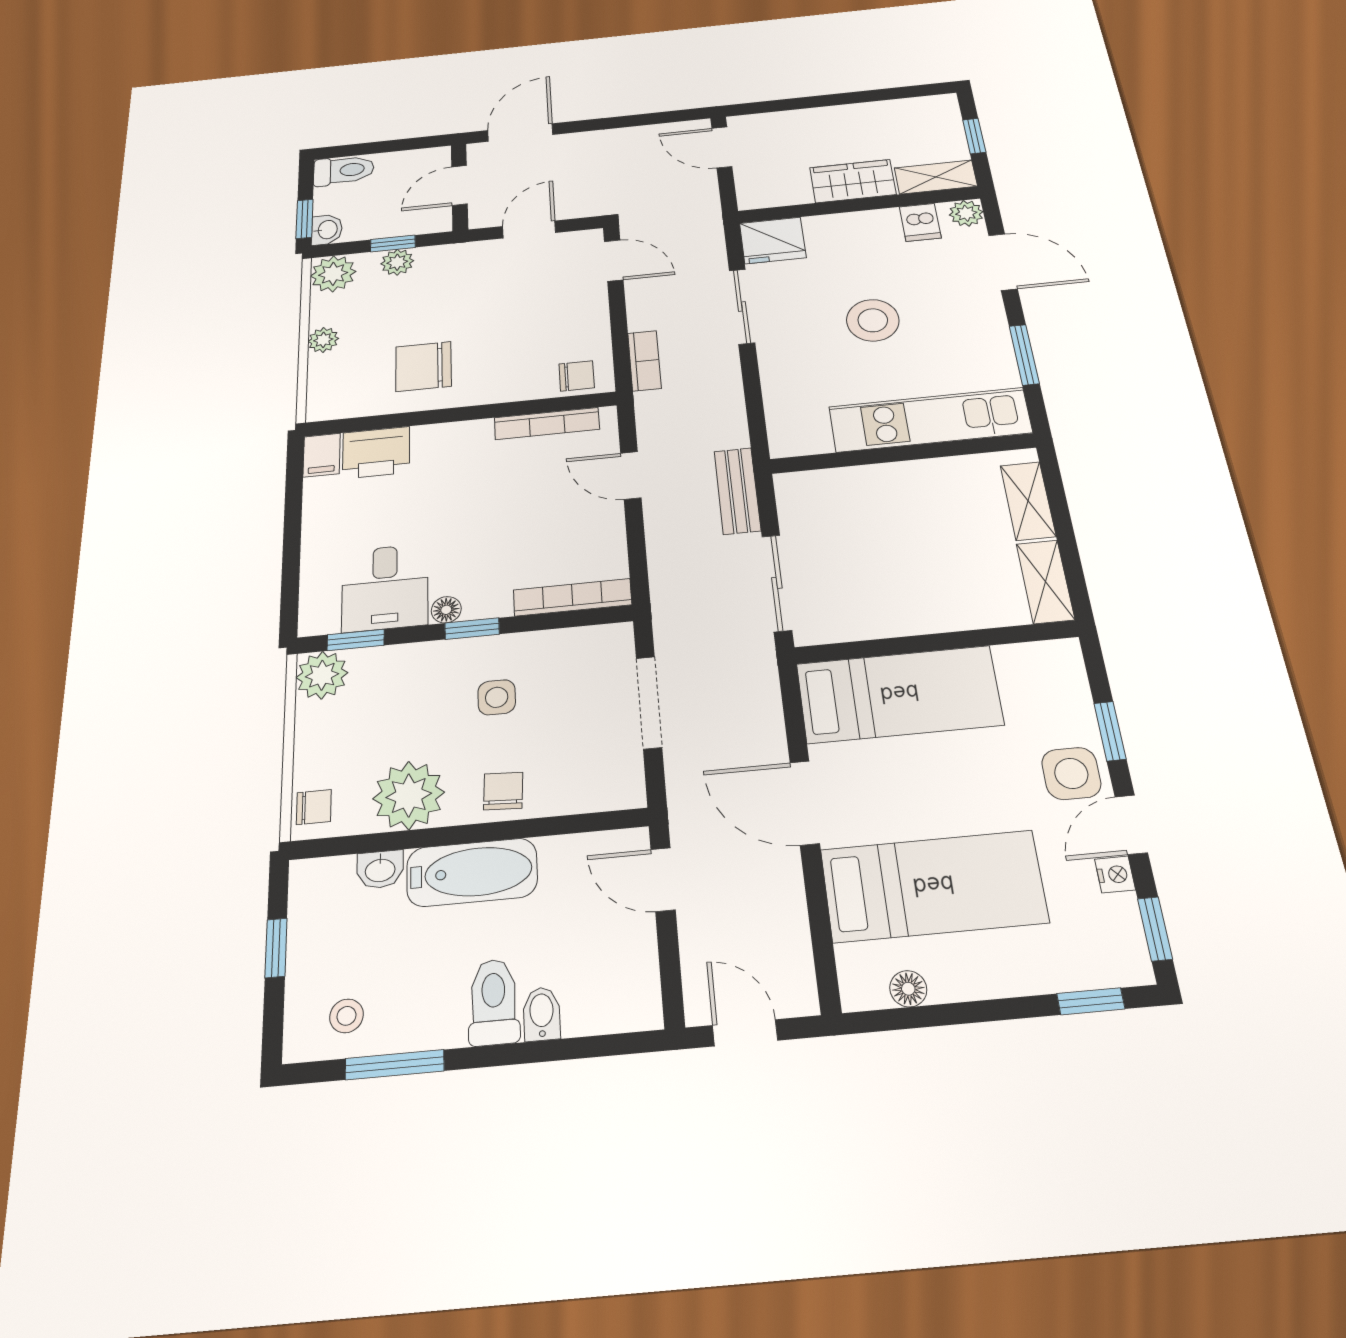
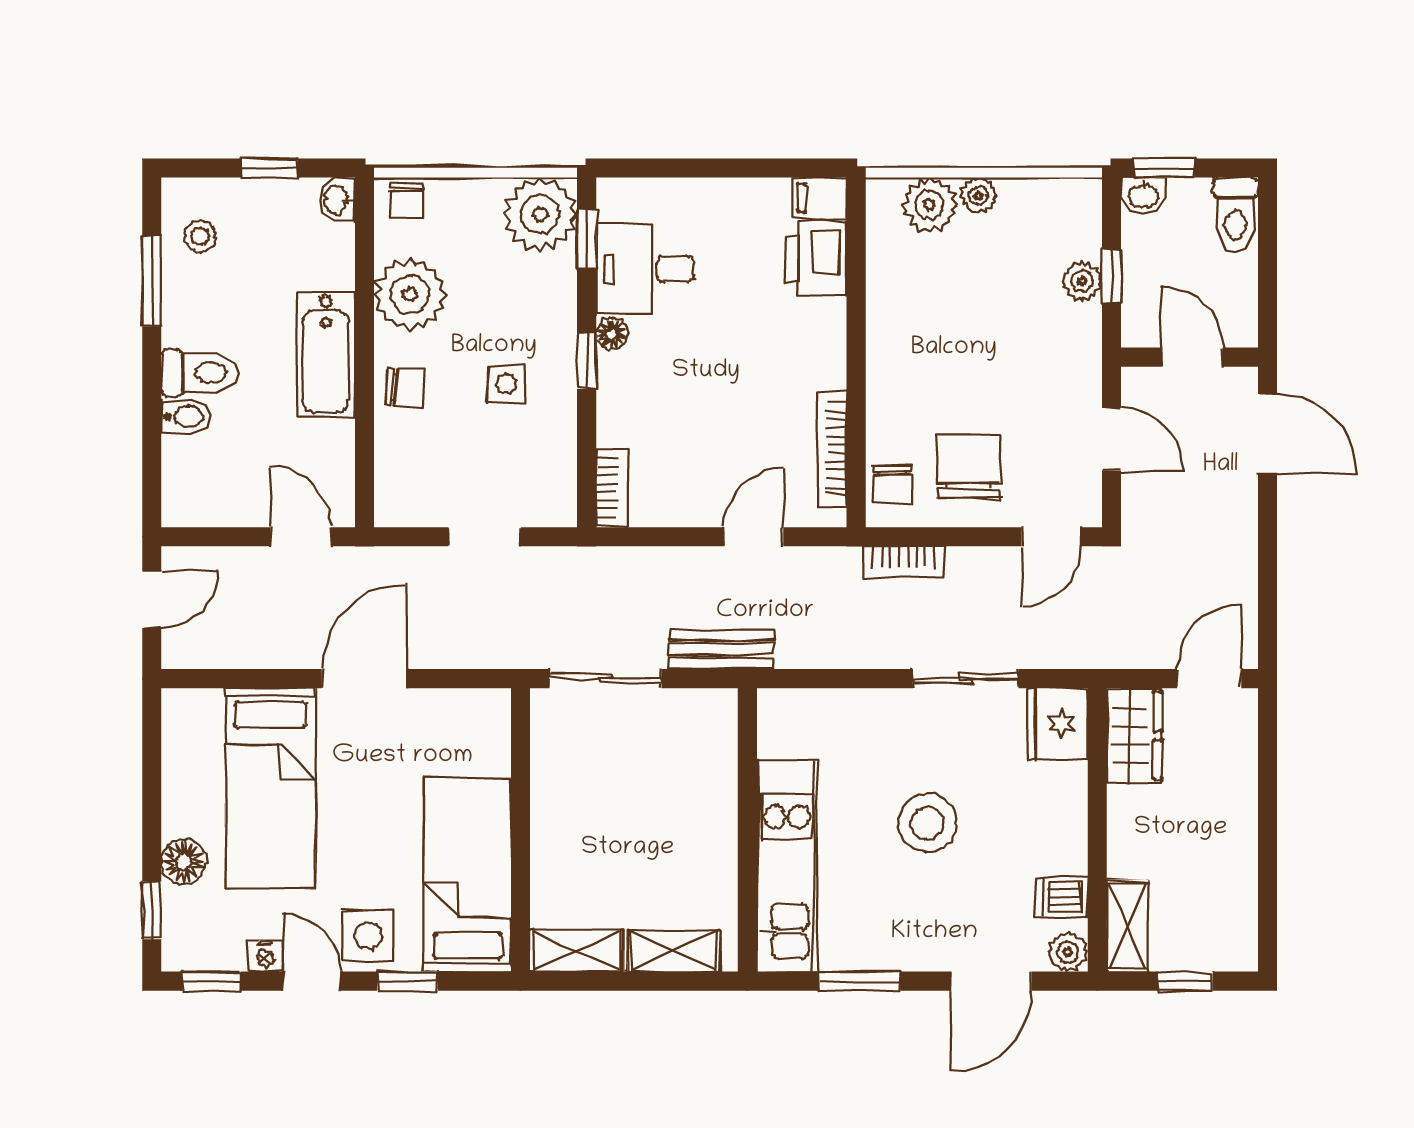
wardrobe: (853, 181) -> (1134, 736), moved
plant: (333, 274) -> (929, 205), moved
chair: (423, 366) -> (969, 467), moved
bookcase: (572, 597) -> (612, 488), width x0.64
plant: (322, 675) -> (540, 215), width x1.36, depth x1.36
bed: (899, 694) -> (467, 875), moved, turned 180
doorway: (649, 702) -> (485, 537), width x0.73
washbasin: (380, 869) -> (337, 200), moved
door: (663, 880) -> (301, 537), hinge flipped
floor lamp: (908, 989) -> (184, 862), moved, width x1.37, depth x1.37

